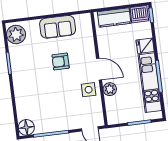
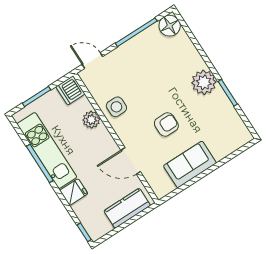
dishwasher: (139, 14) -> (70, 90), moved, turned -90
plant: (16, 34) -> (204, 82), moved
door: (99, 69) -> (131, 161), moved

